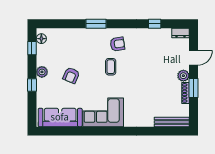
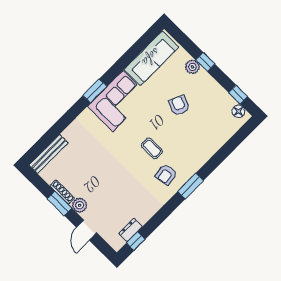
window: (96, 24) -> (190, 186), moved
window: (155, 24) -> (136, 241), moved
dresser: (180, 33) -> (131, 230), moved
plant: (42, 72) -> (192, 67), moved
window: (110, 131) -> (95, 91), added

